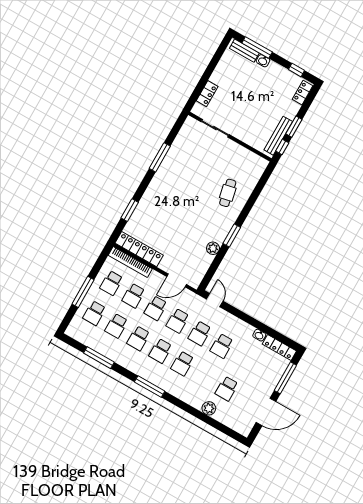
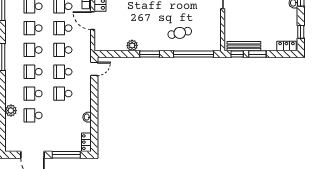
window: (257, 191) -> (194, 54), added
door: (177, 280) -> (93, 21), moved
locker: (279, 347) -> (86, 142), width x0.66
school desk: (205, 376) -> (33, 94), added

